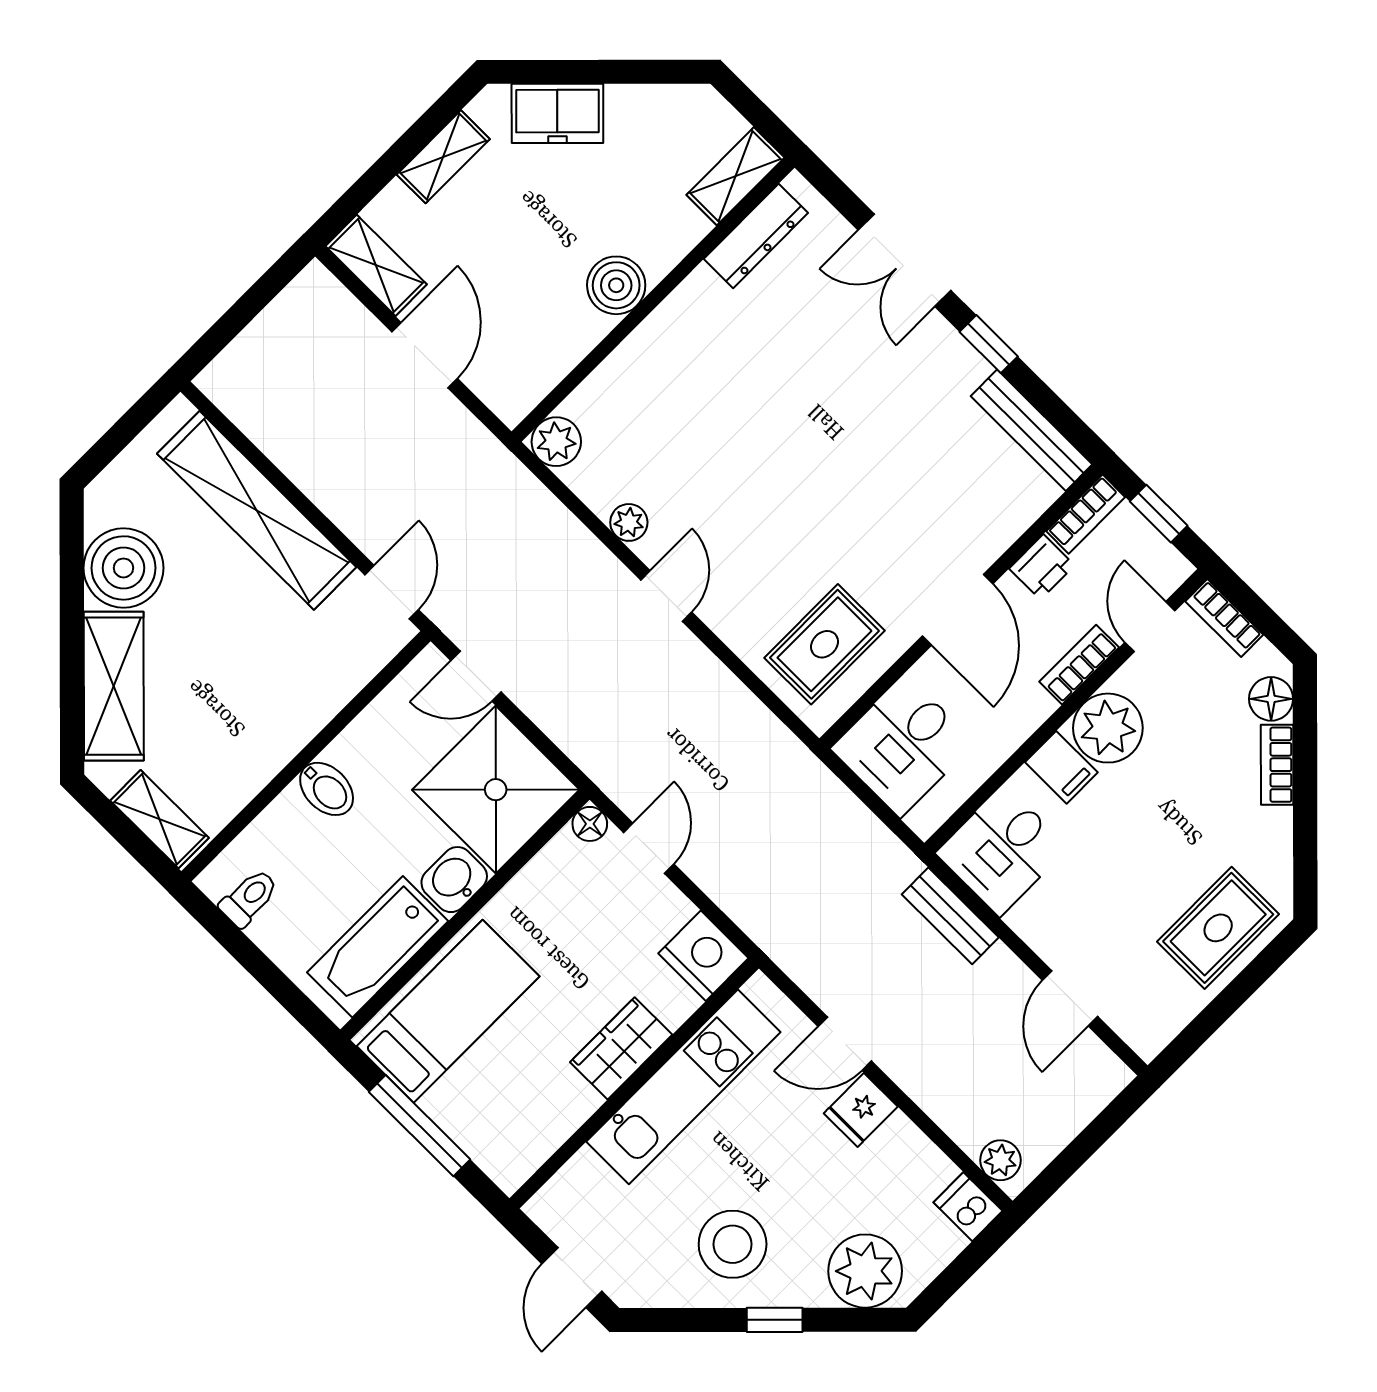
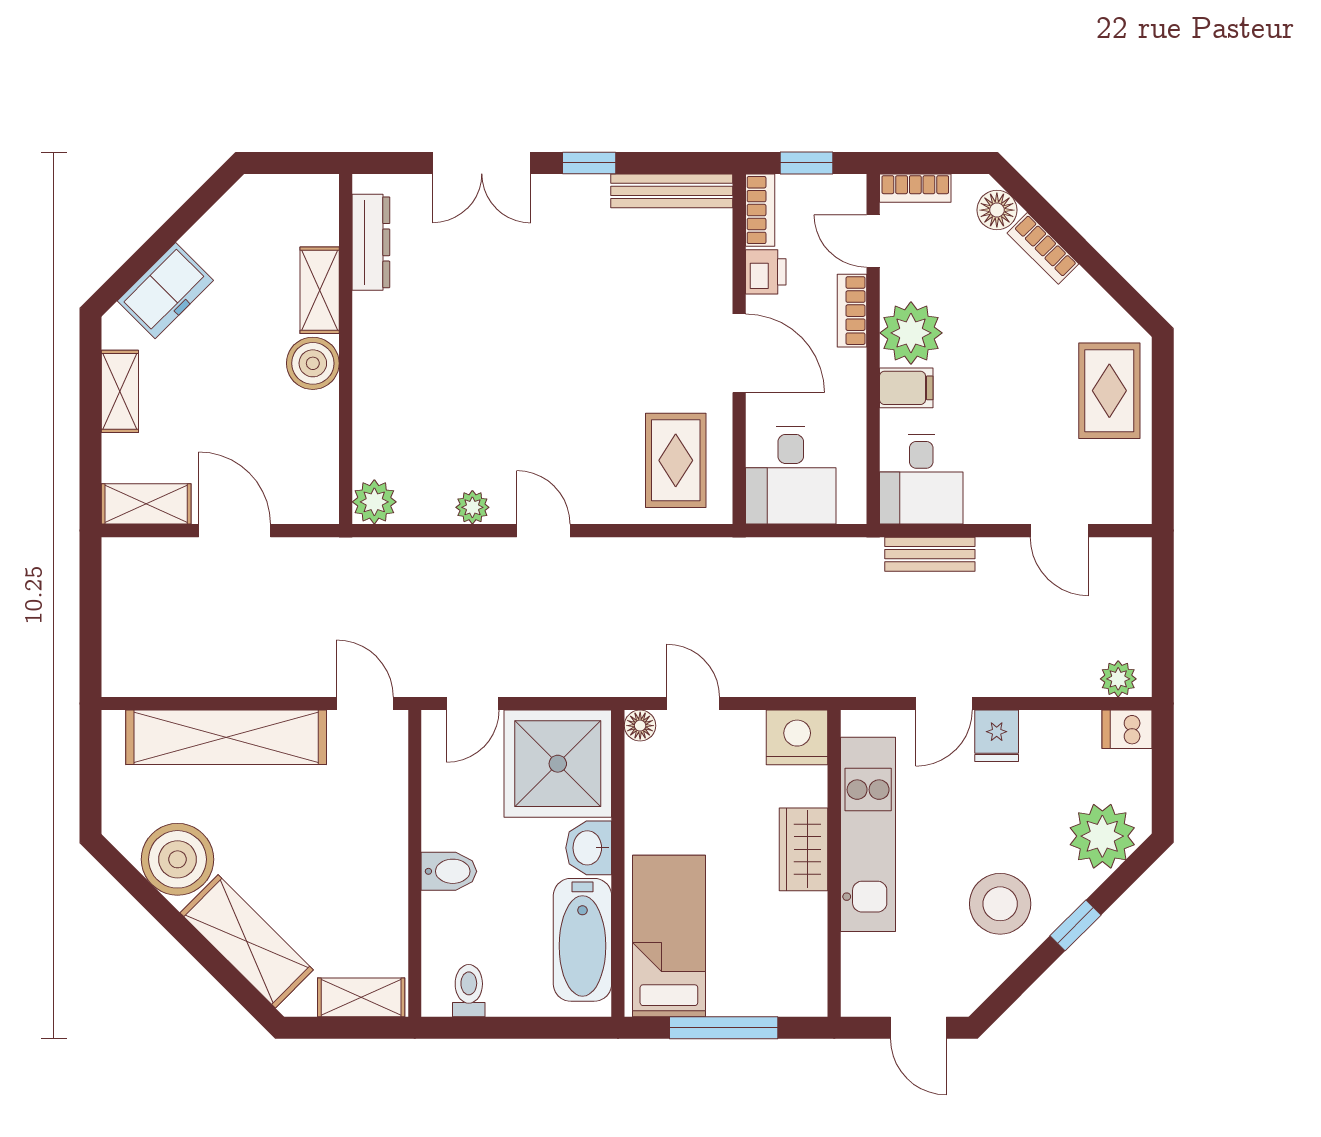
shelving: (735, 176) -> (320, 290), moved

